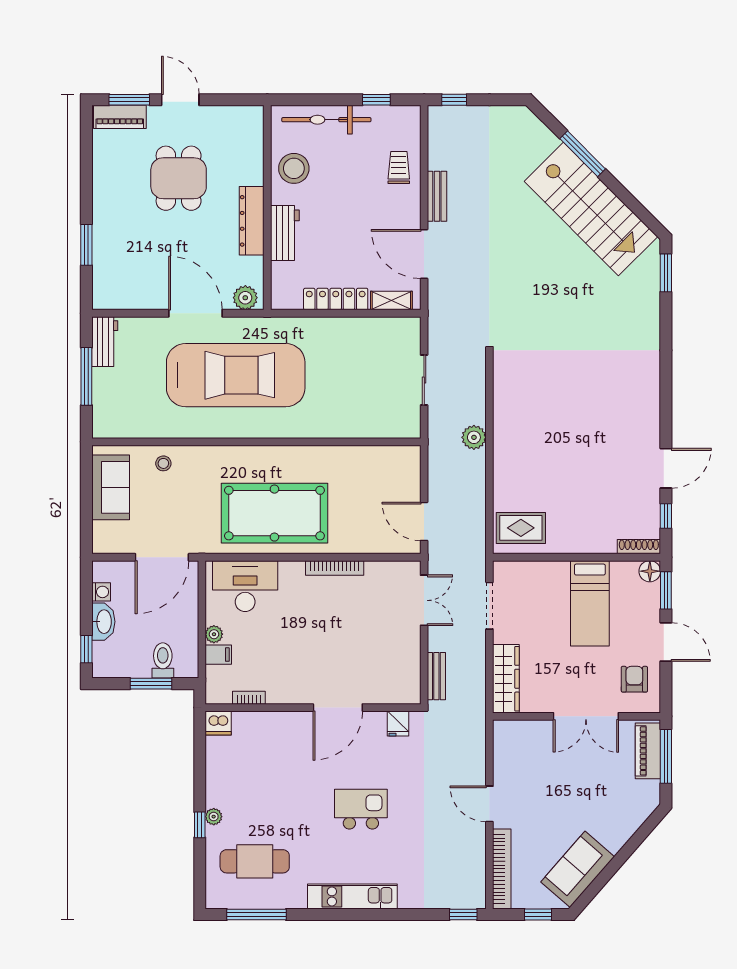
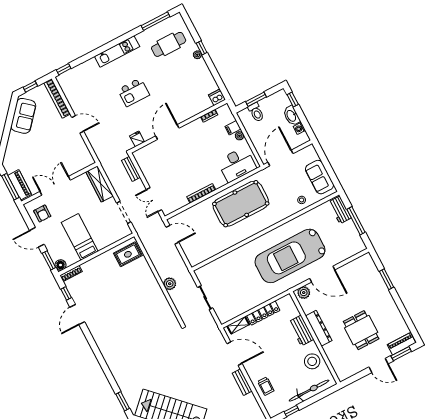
workbench: (105, 342) -> (340, 210), moved

